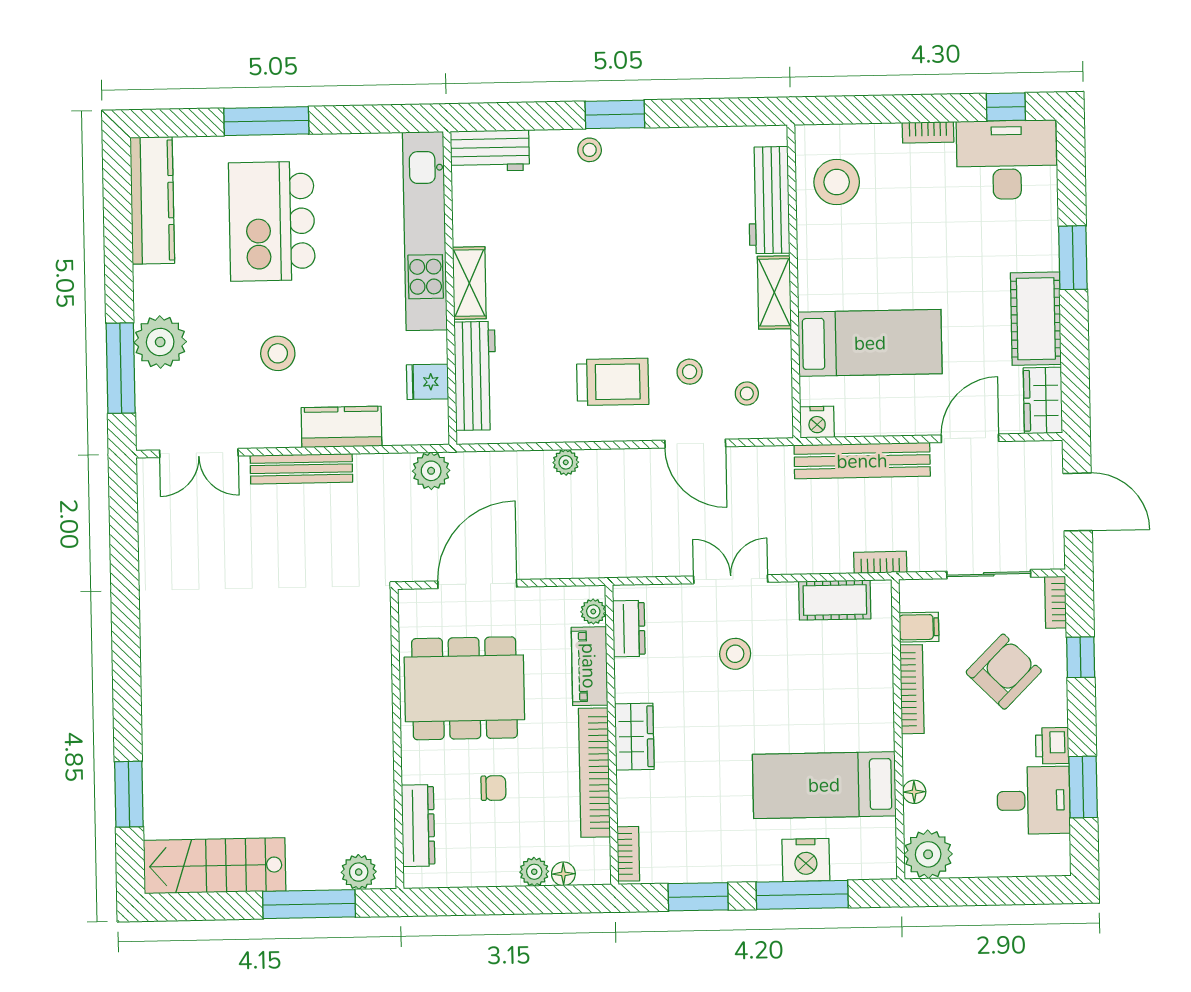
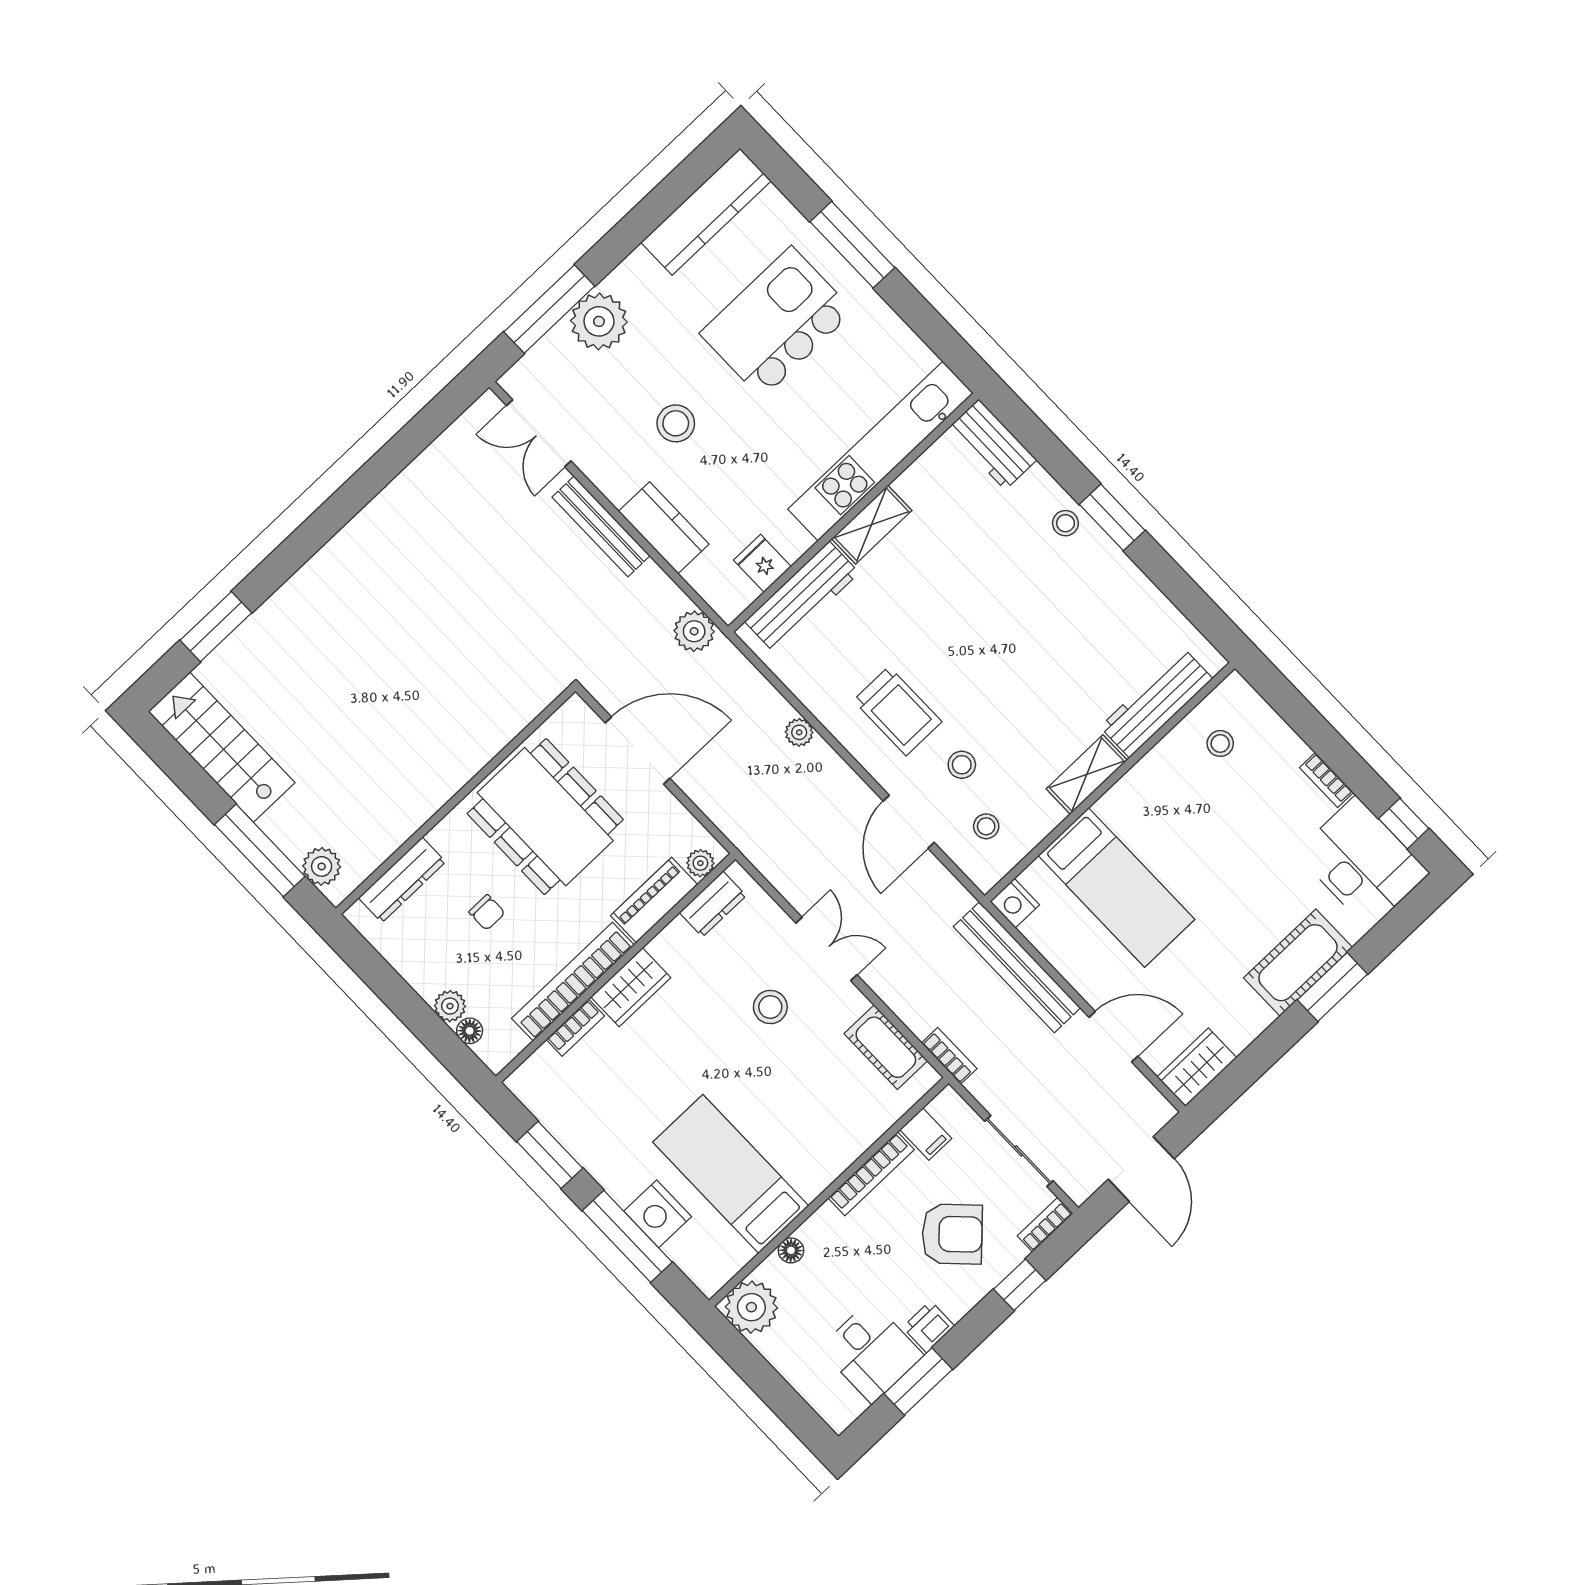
stool: (837, 182) -> (1220, 743), width x0.53, depth x0.53
cot: (1036, 319) -> (1298, 963), moved
bookcase: (628, 854) -> (575, 1028), moved

